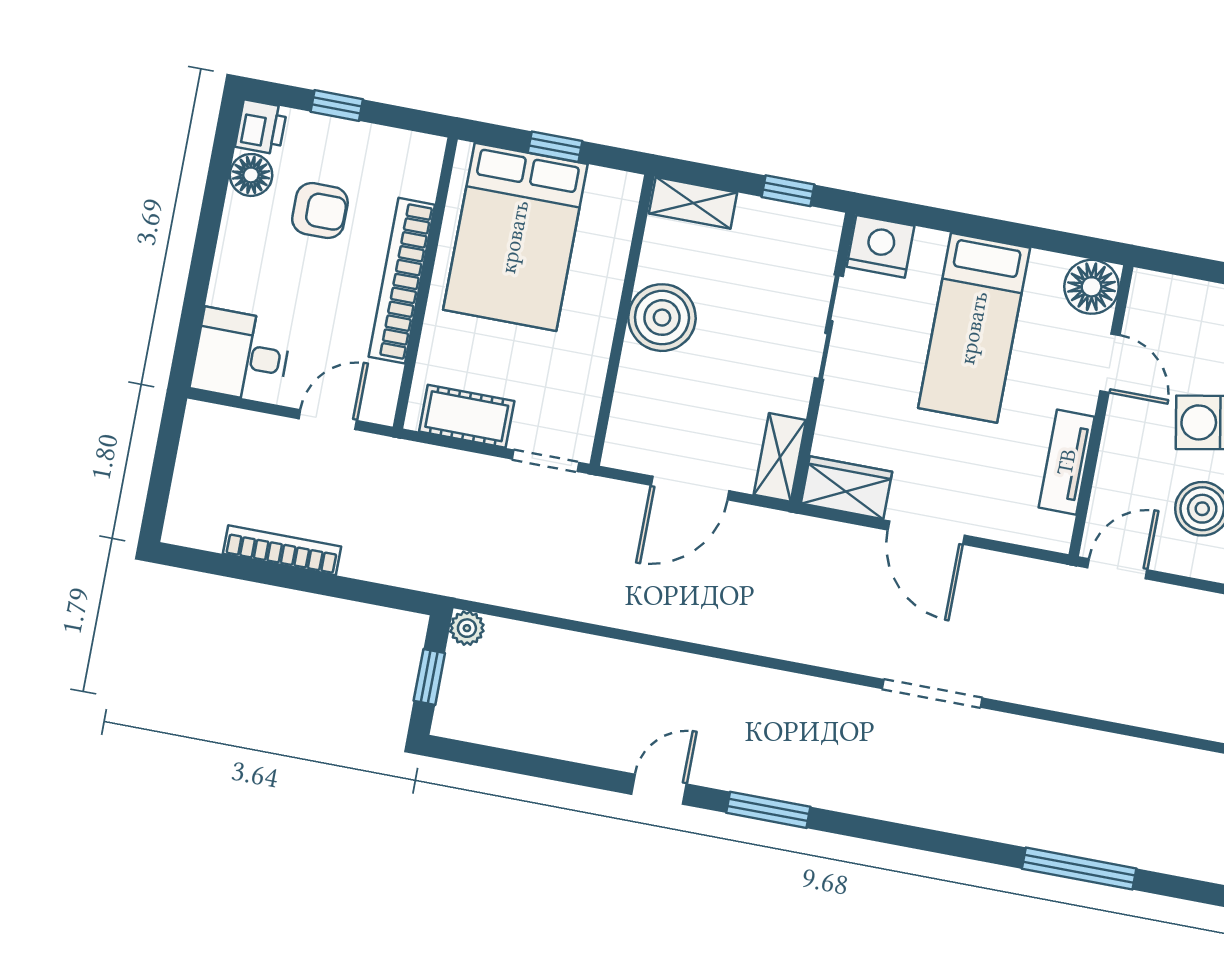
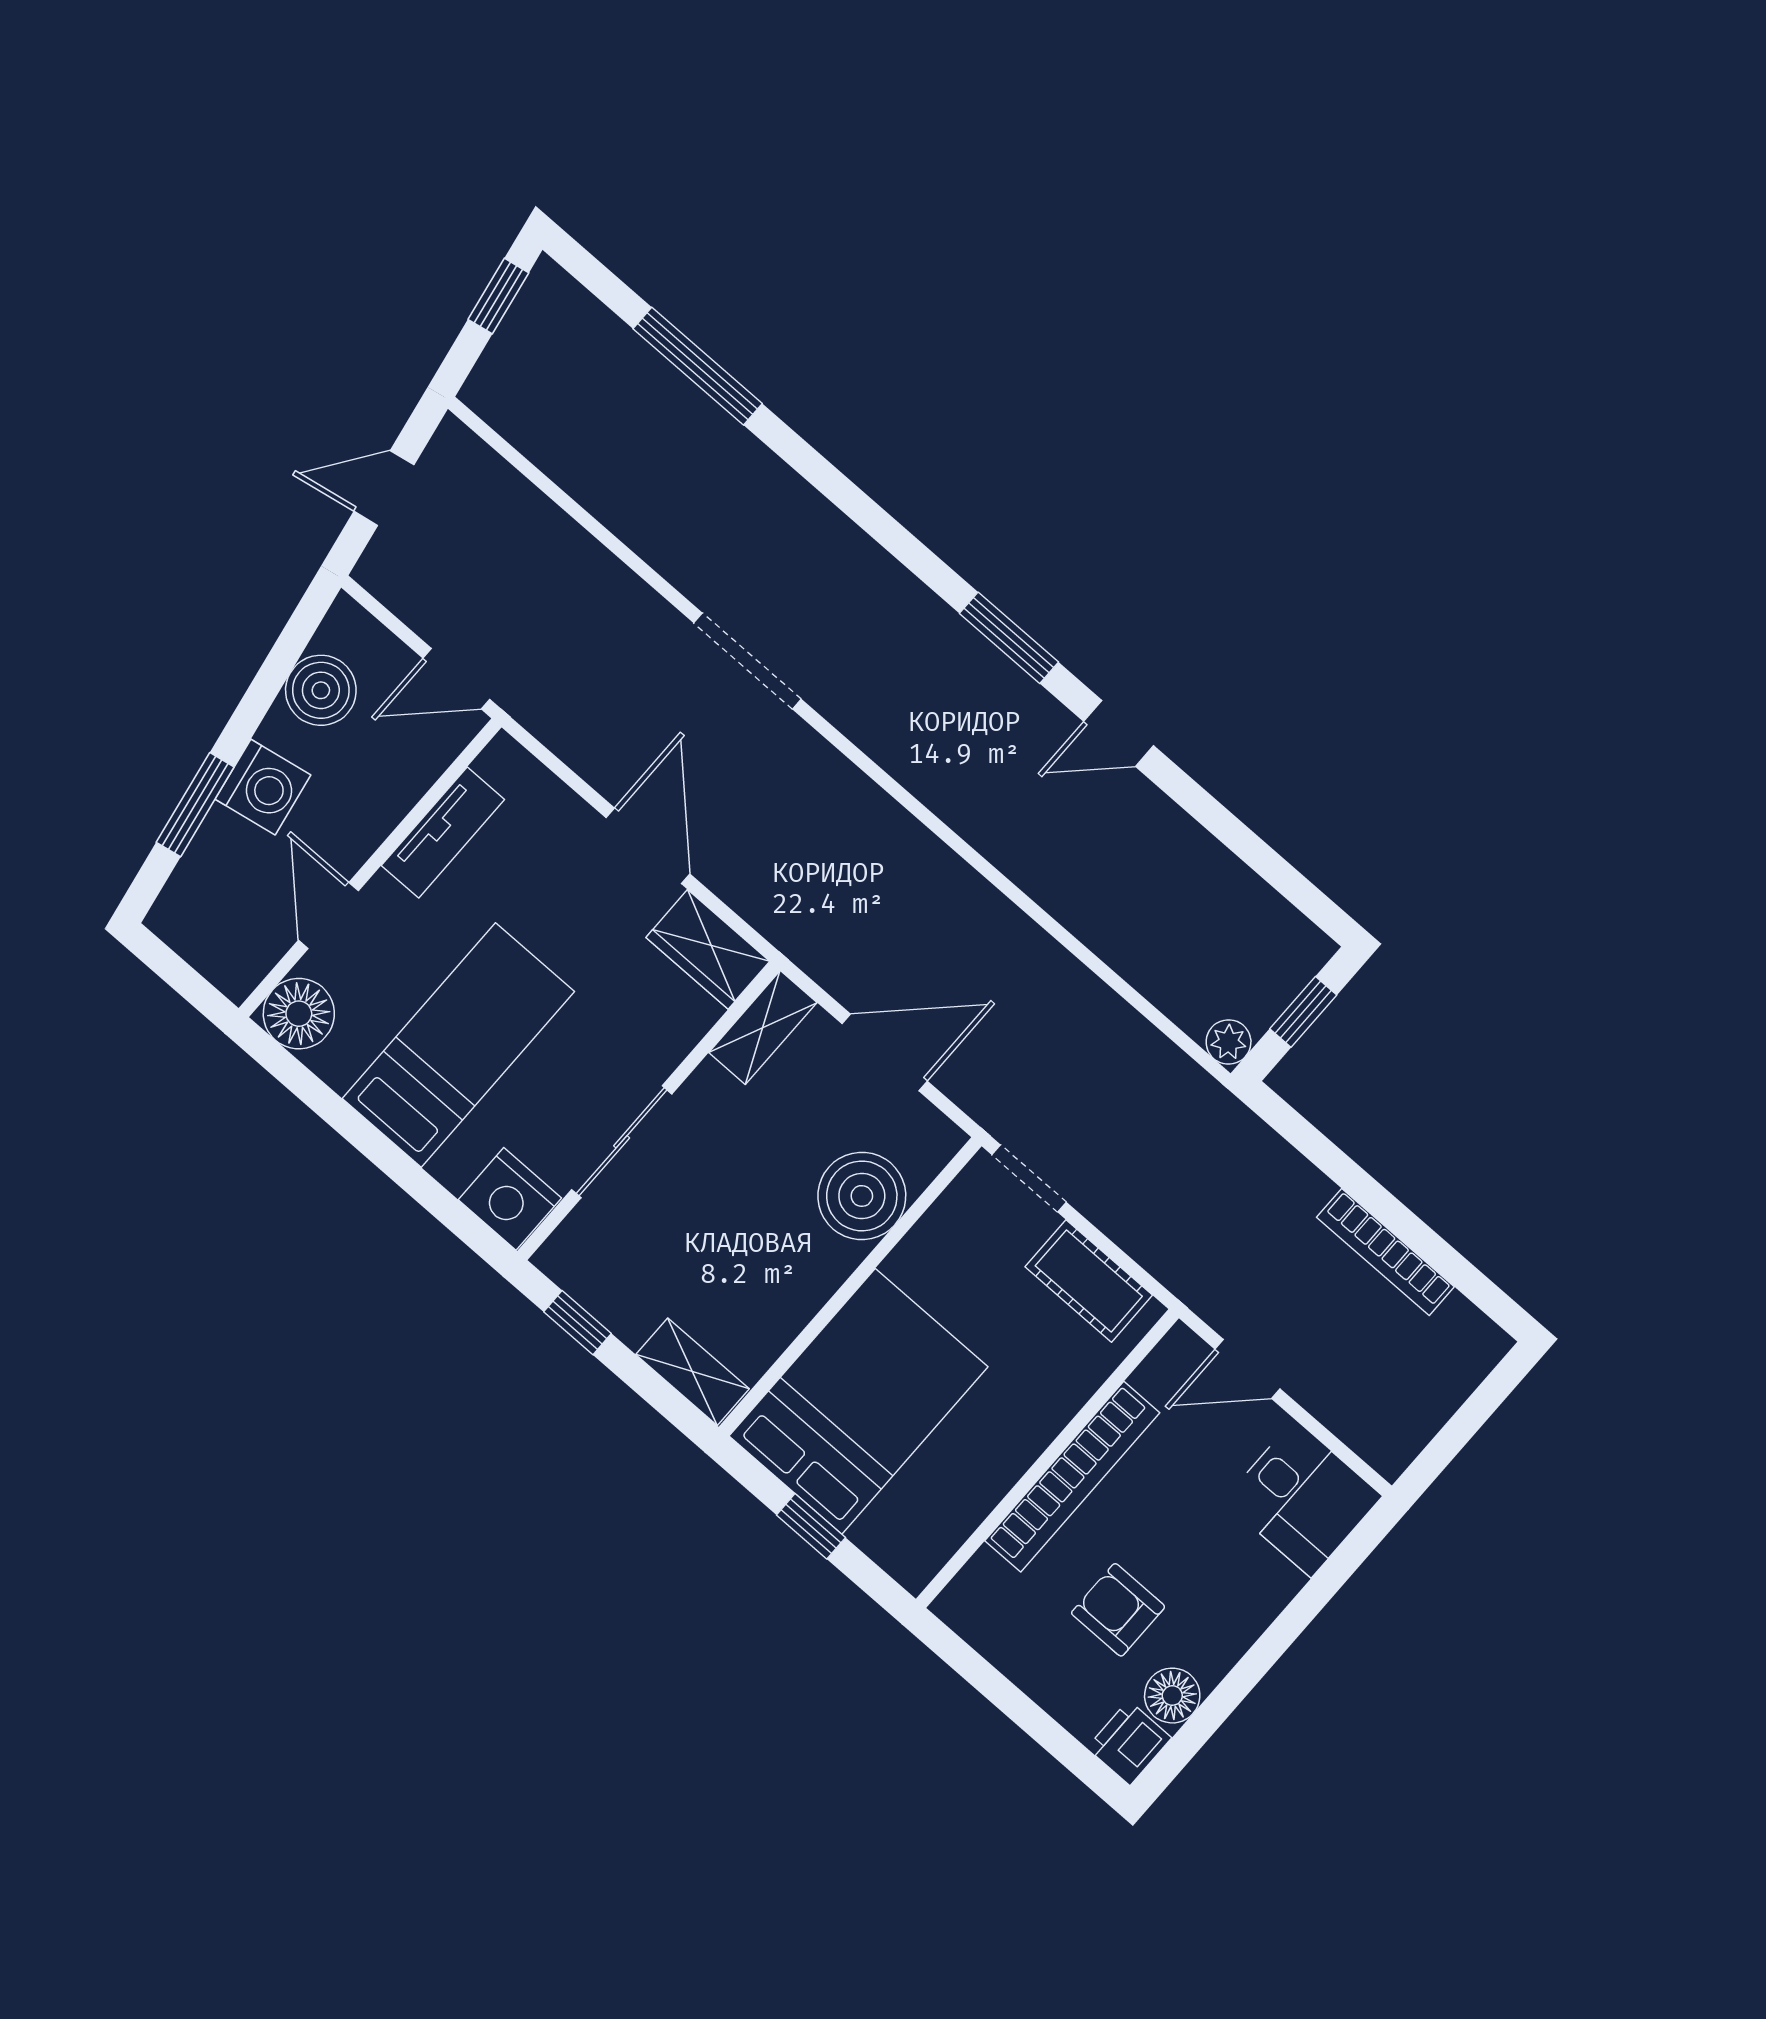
window: (337, 106) -> (1030, 1717), removed
bed: (515, 237) -> (858, 1401), moved
boiler: (662, 318) -> (862, 1196), moved

